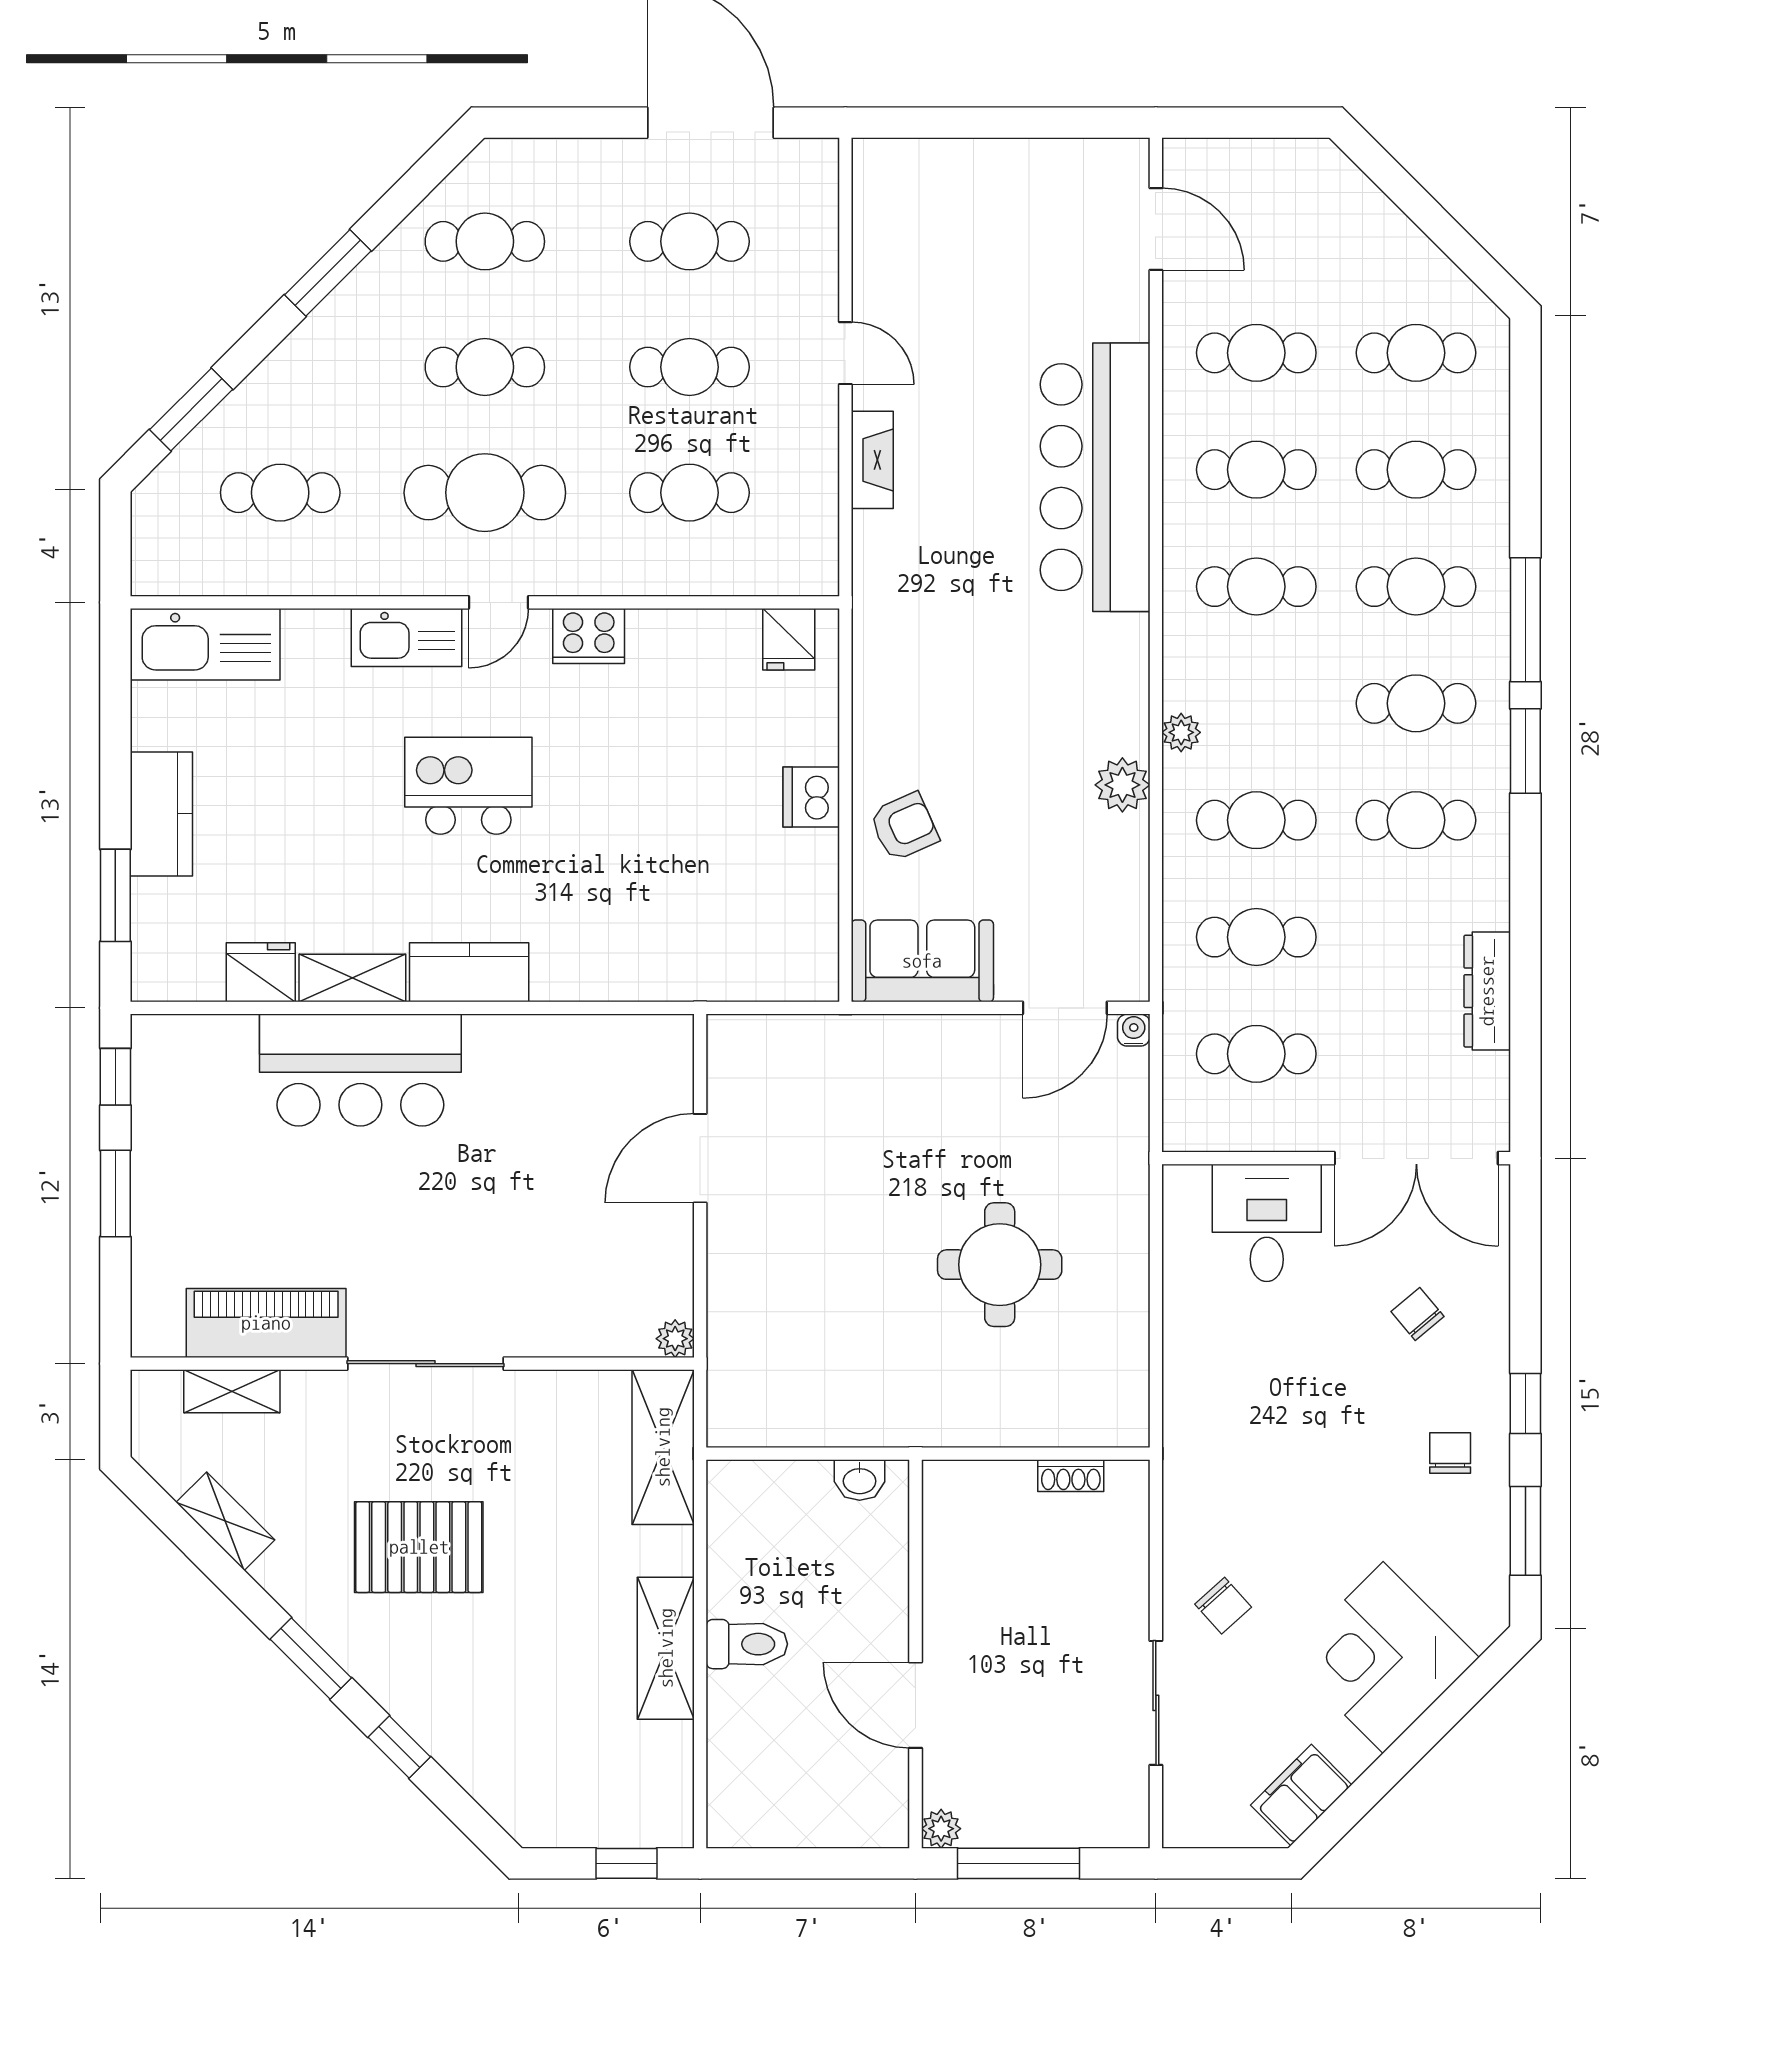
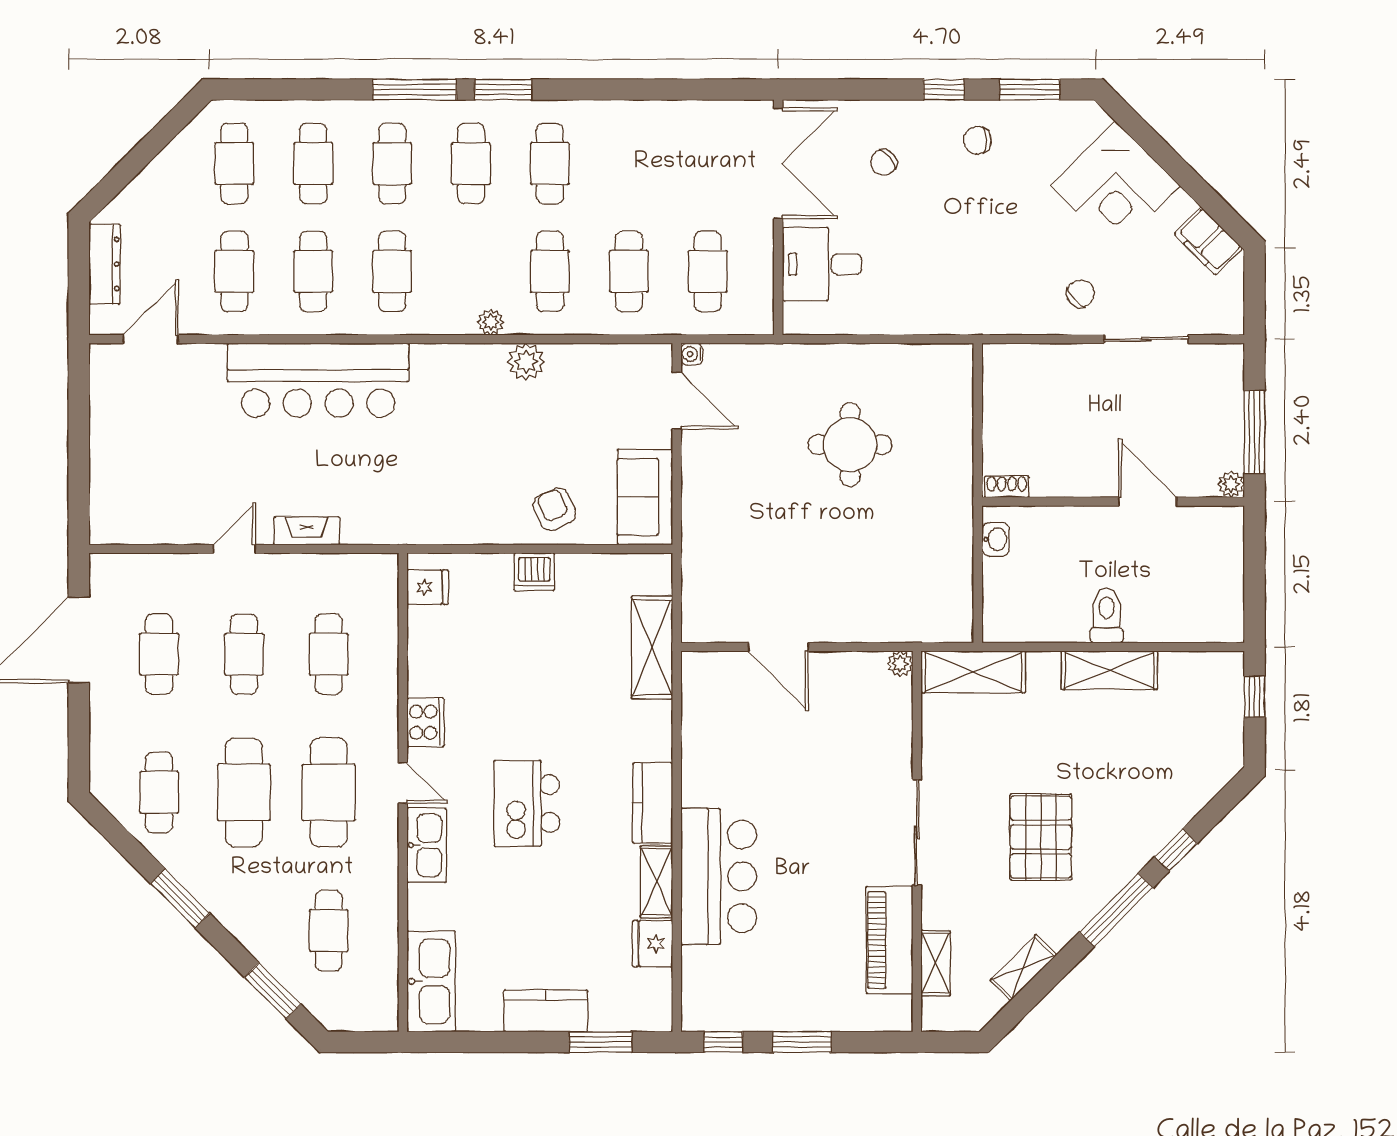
cafe table: (485, 367) -> (244, 792), width x1.37, depth x1.35
shelving: (700, 972) -> (652, 647), added
dresser: (1487, 991) -> (105, 264), moved, turned -90
shoe rack: (1071, 1476) -> (1007, 487), moved, turned -90
window: (311, 1658) -> (1116, 910), width x1.44
door: (915, 1705) -> (1148, 502), swing flipped

